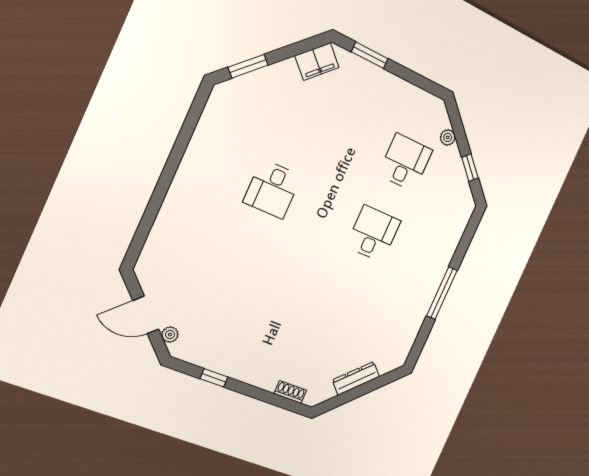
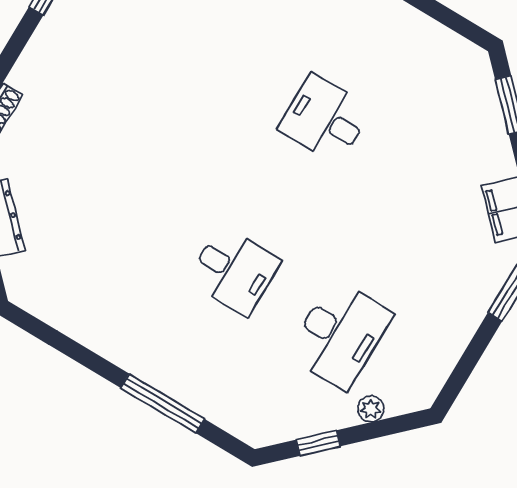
desk: (405, 162) -> (340, 334), width x1.37
window: (442, 293) -> (163, 403), moved

